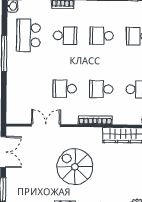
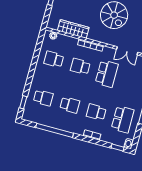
school desk: (65, 89) -> (107, 74), width x1.85
school desk: (101, 89) -> (80, 66), turned 180

